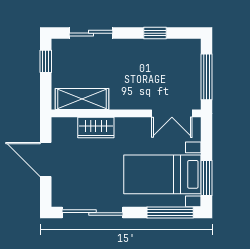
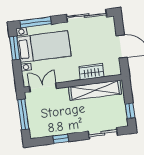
shelving: (82, 99) -> (95, 90), width x1.47

